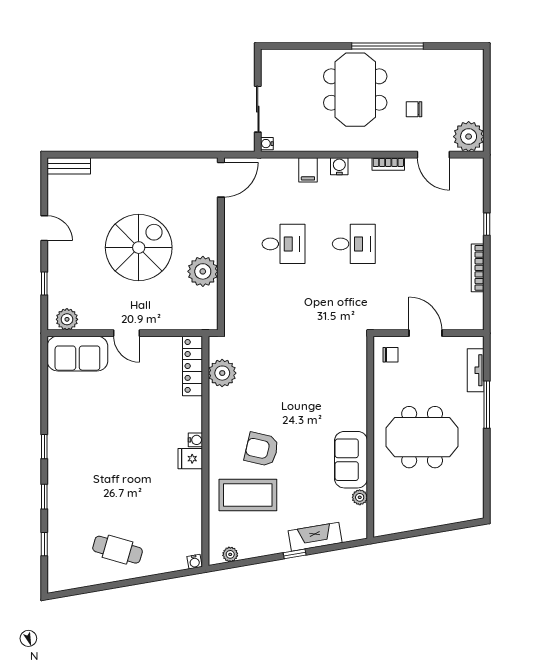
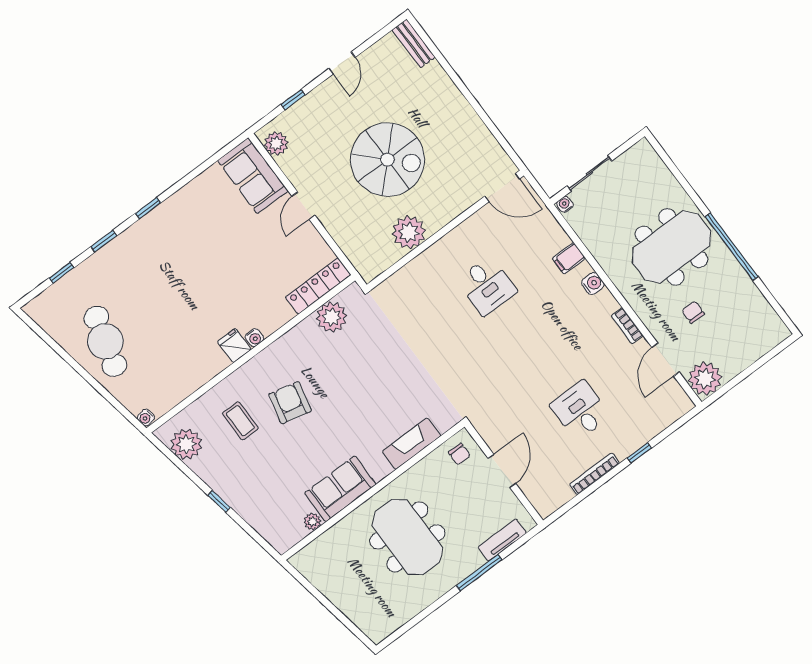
desk: (354, 244) -> (580, 410), moved, turned 180
coffee table: (248, 495) -> (240, 421), width x0.54, depth x0.58
fireplace: (315, 537) -> (411, 444), moved, turned -80
cafe table: (118, 550) -> (105, 341), width x1.37, depth x1.35
plant: (230, 554) -> (186, 444), width x1.87, depth x1.87

